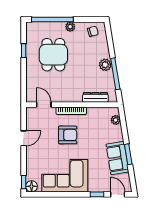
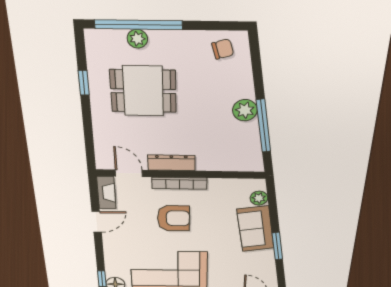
plant: (70, 27) -> (137, 39), moved
dining table: (53, 55) -> (143, 91), turned 90
dresser: (95, 97) -> (171, 163), moved
fireplace: (31, 118) -> (106, 193), added
sofa: (117, 158) -> (255, 229), moved

